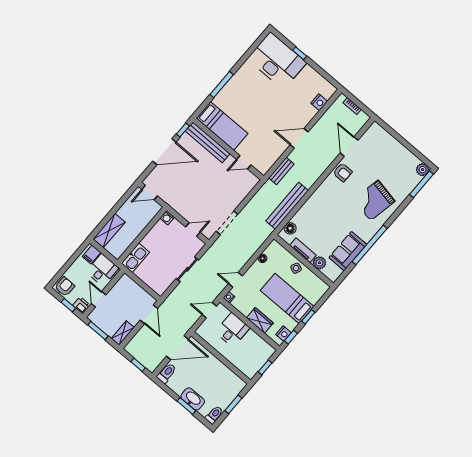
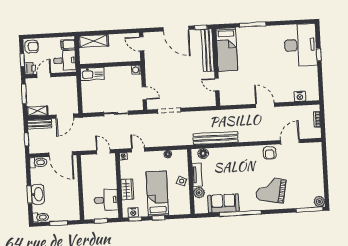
bench: (281, 171) -> (40, 124), moved
desk: (233, 330) -> (106, 200), moved

